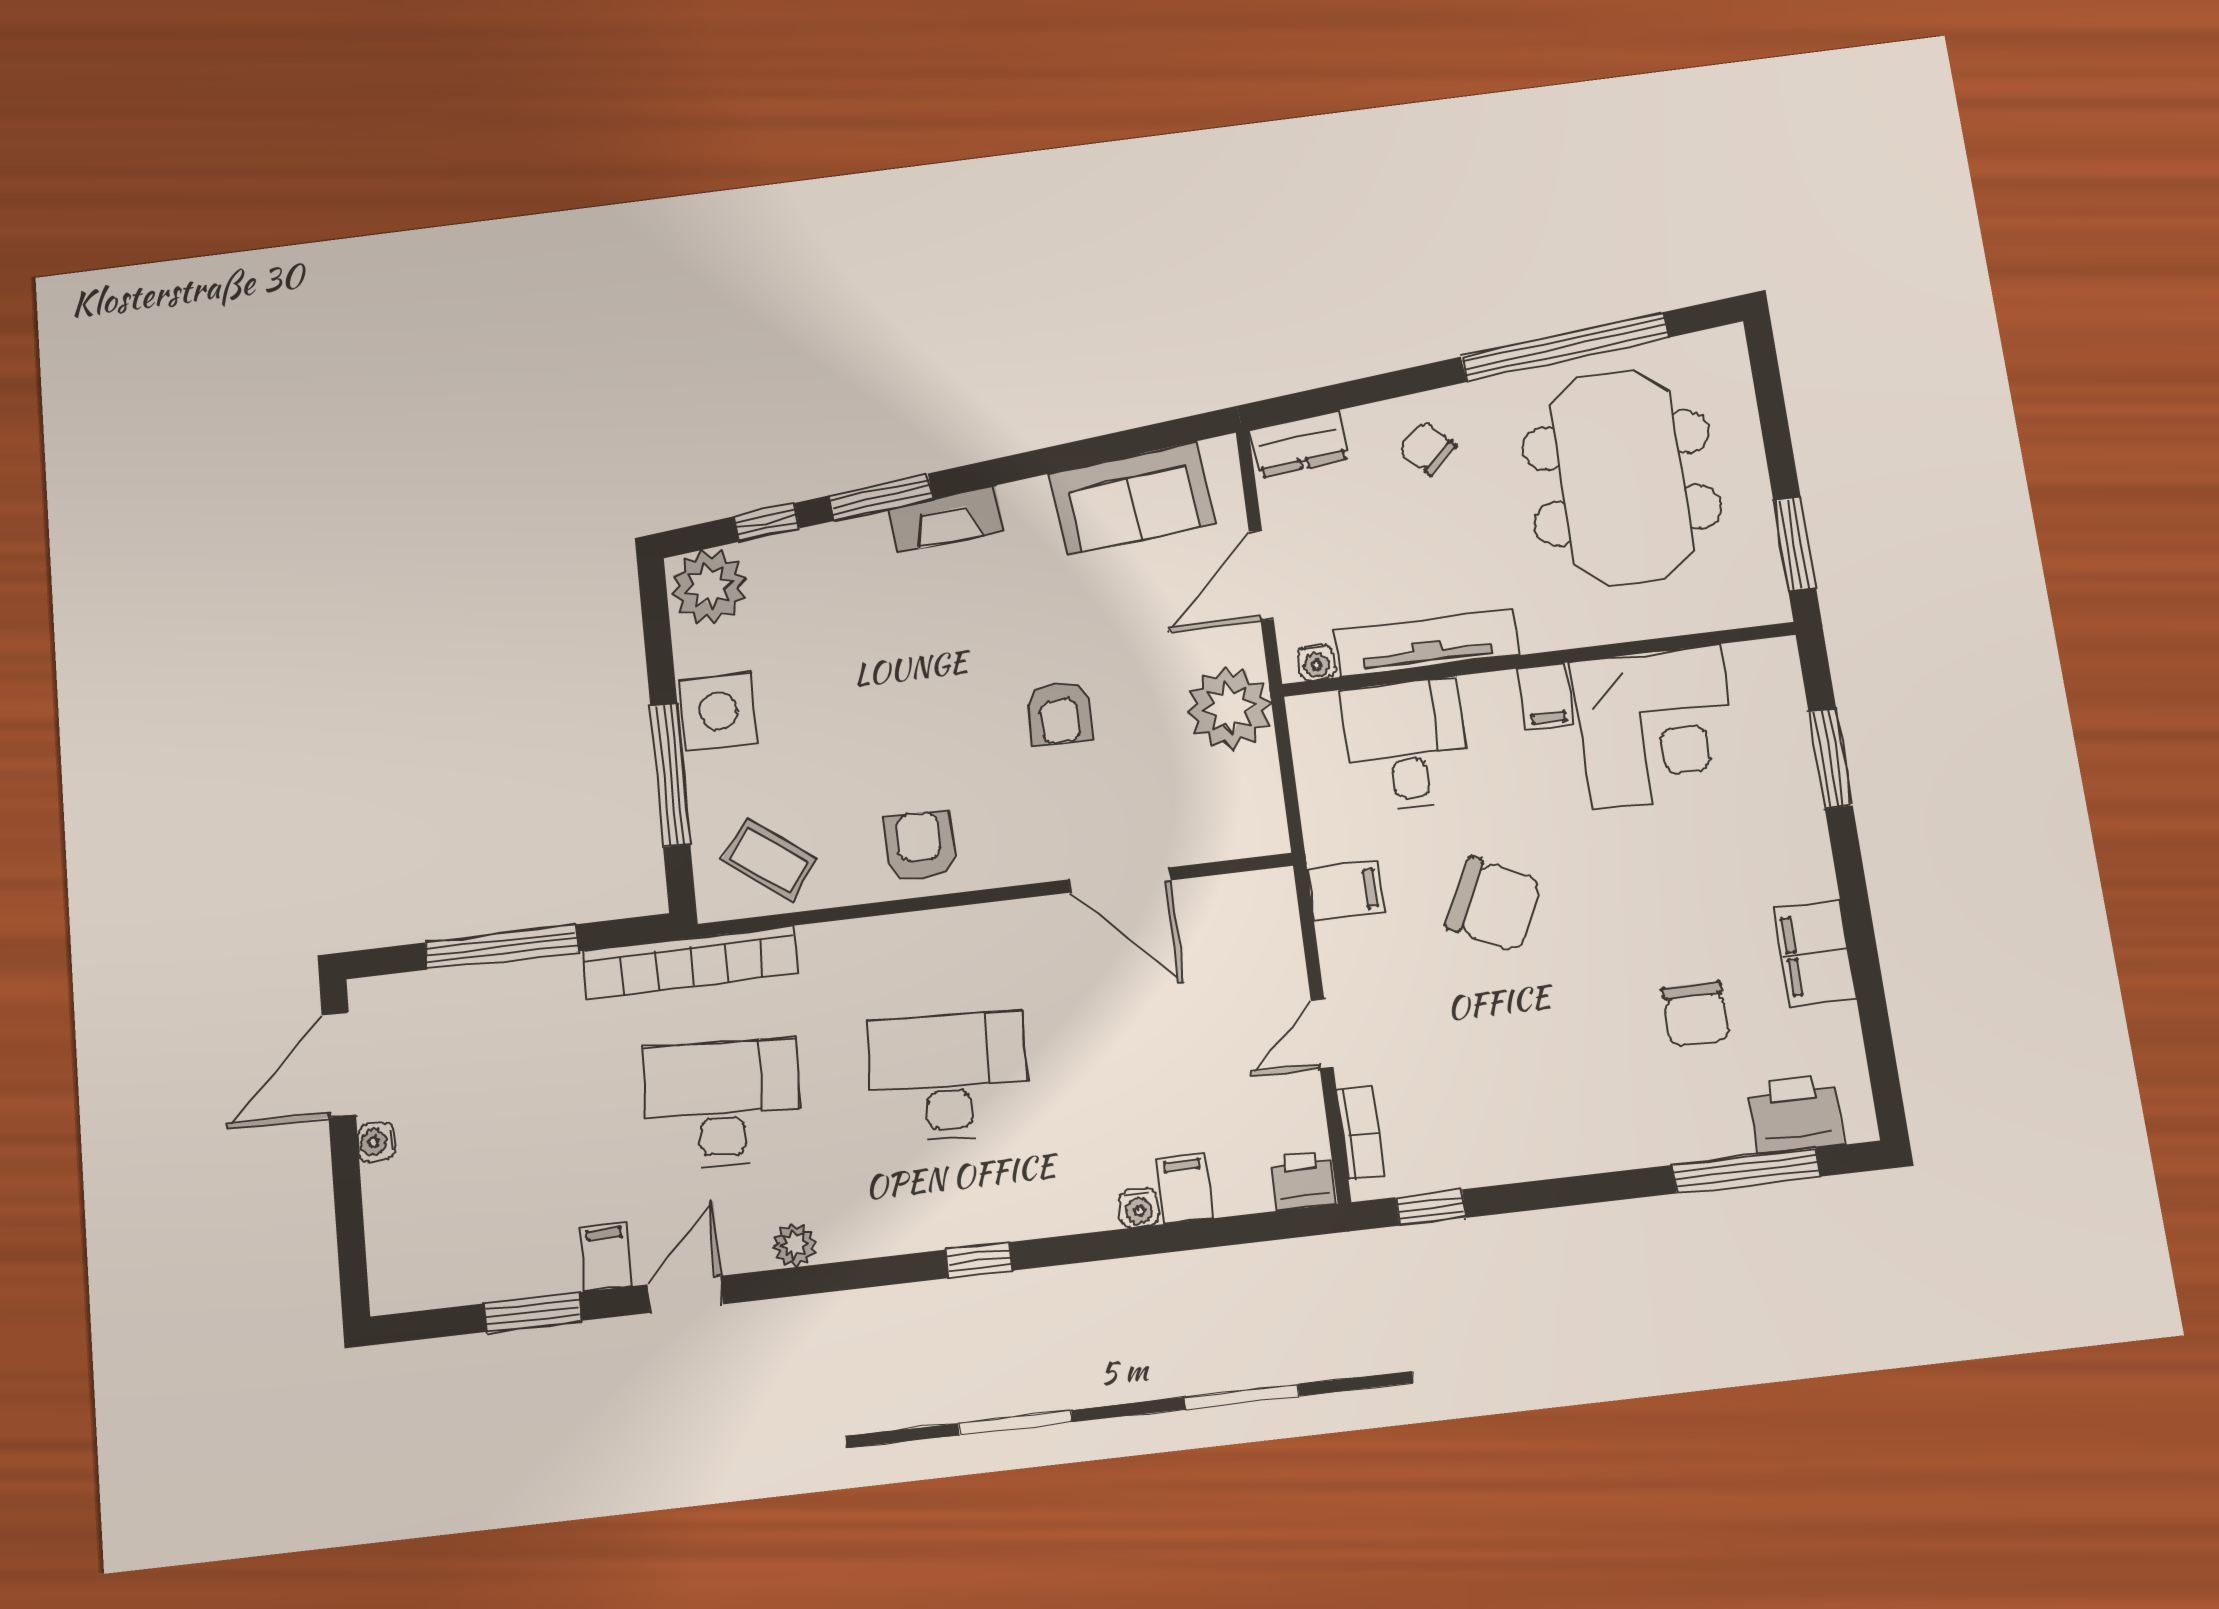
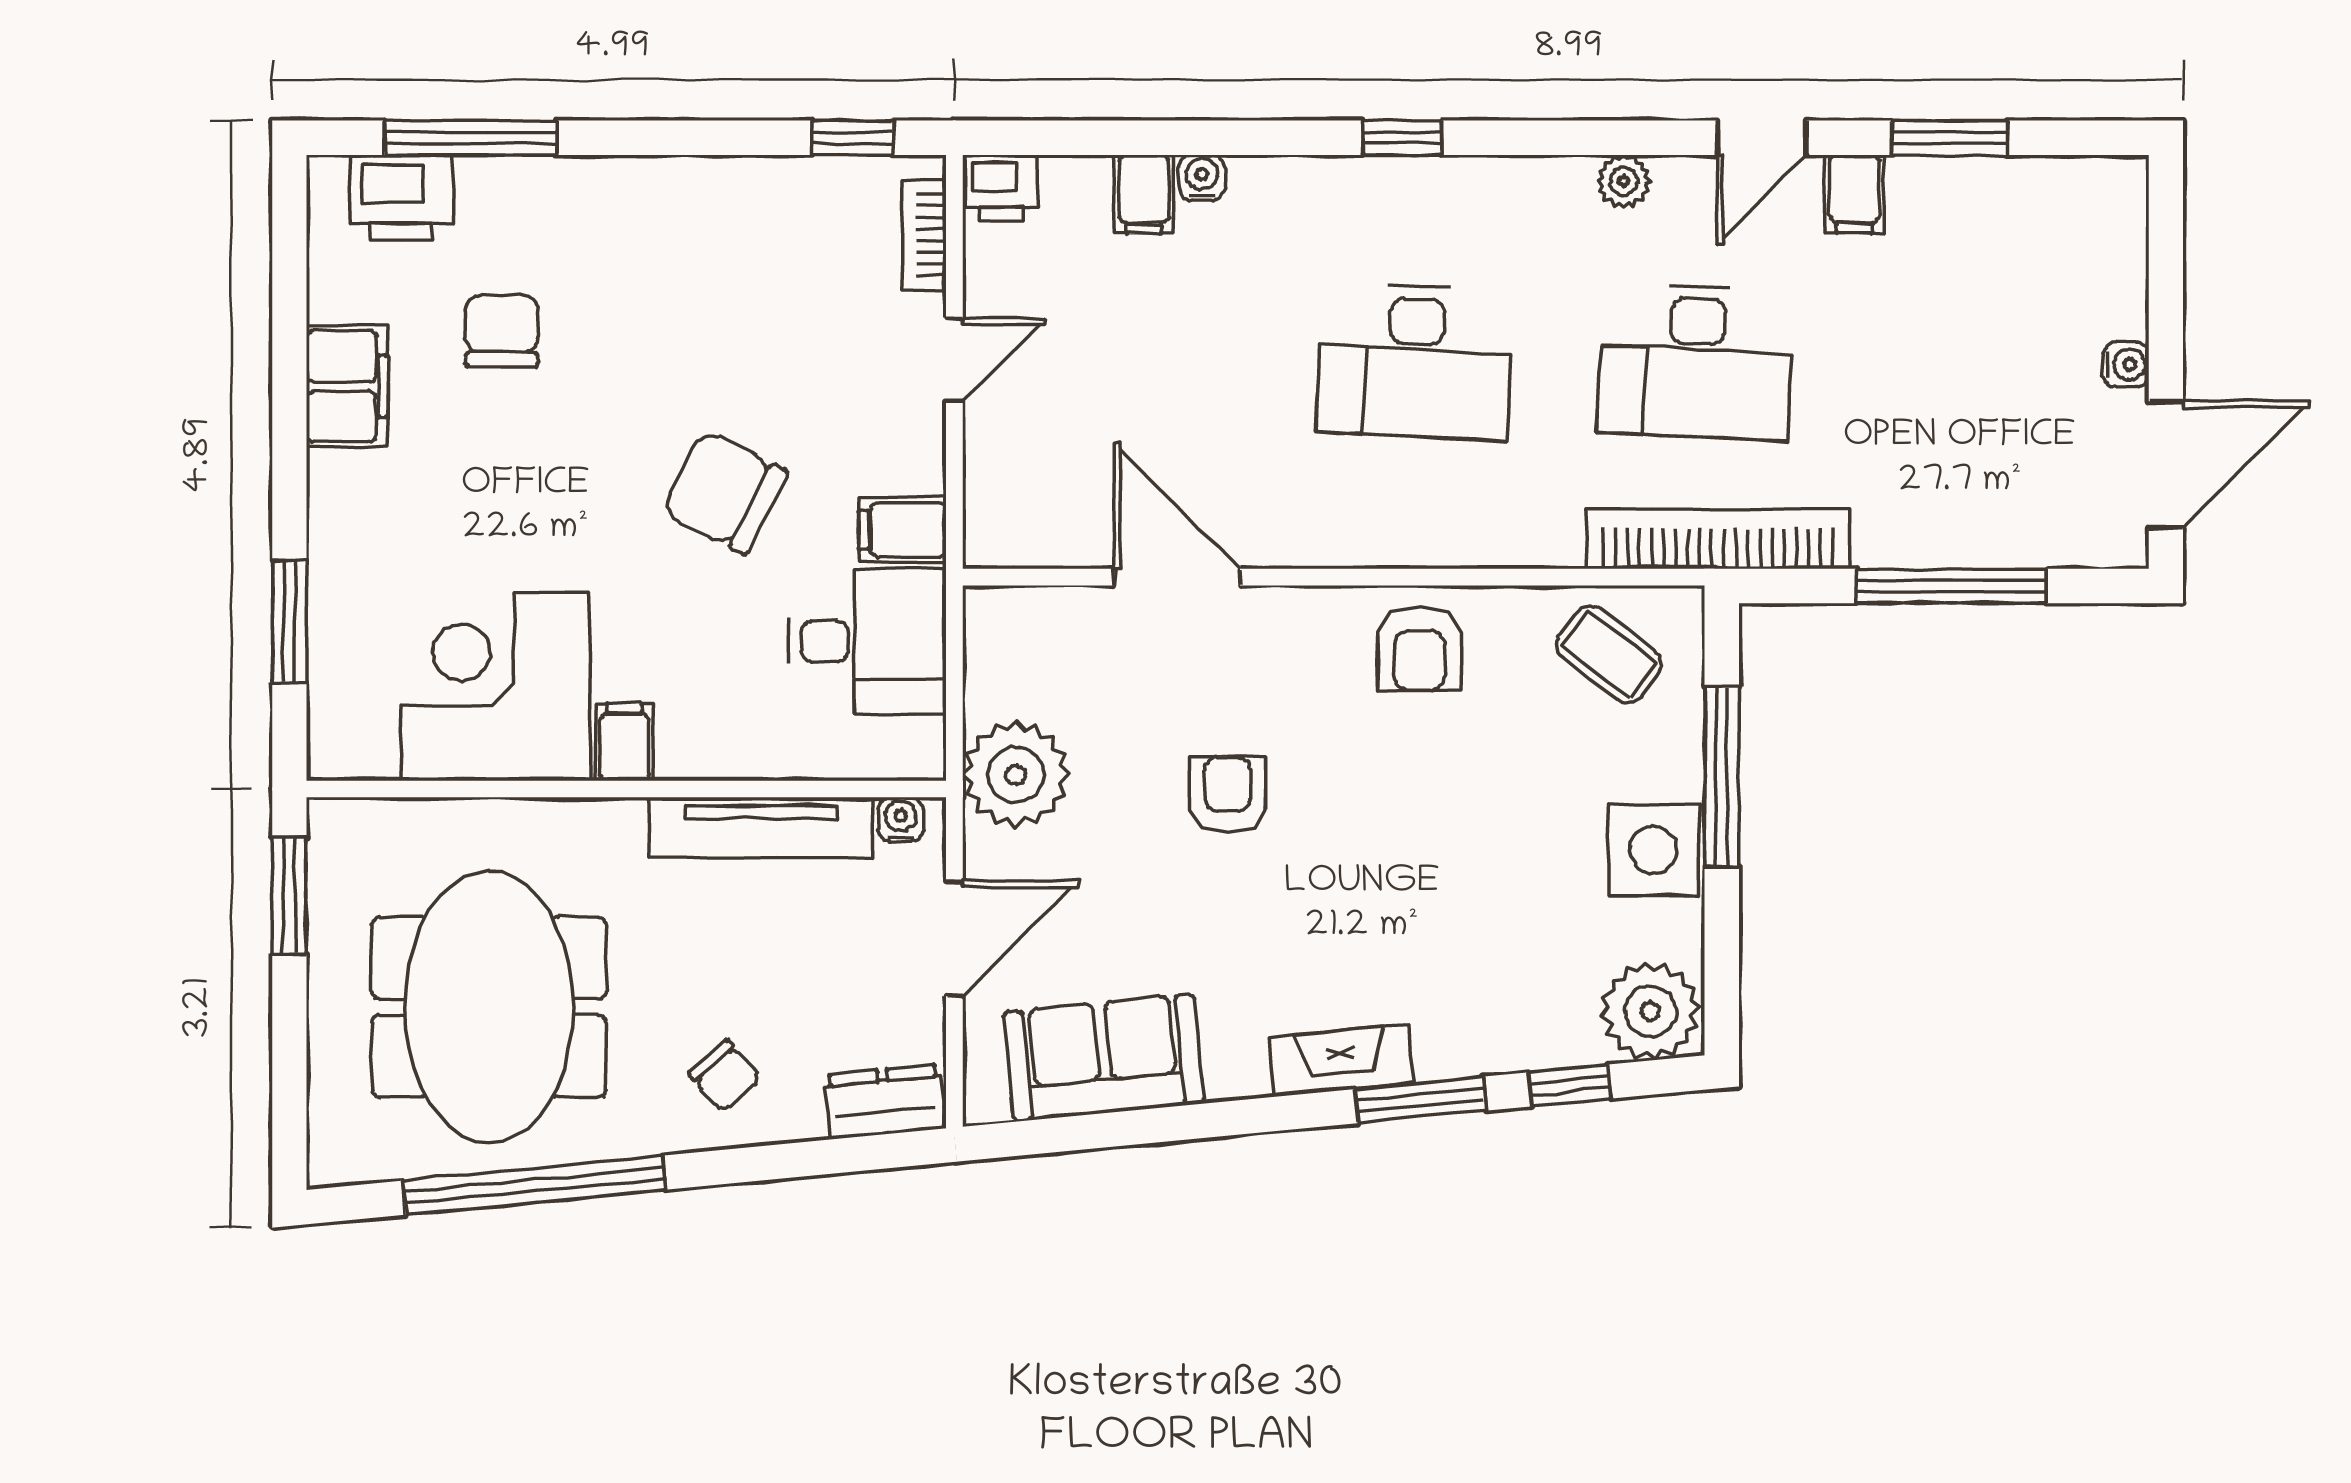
desk: (1406, 745) -> (867, 641), moved, turned -90

